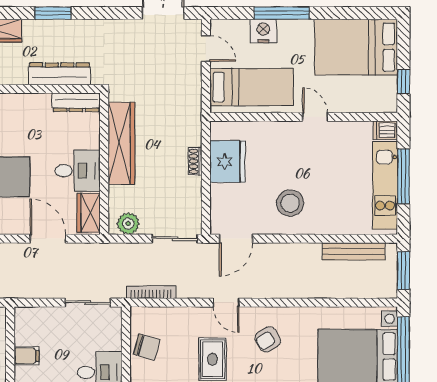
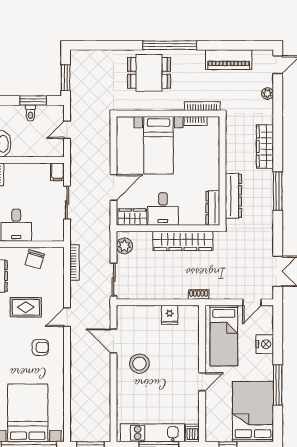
window: (53, 13) -> (278, 191), width x1.44
window: (282, 13) -> (278, 385), moved
shoe rack: (195, 161) -> (199, 295), moved
fridge: (228, 162) -> (170, 315), width x0.53, depth x0.75
door: (236, 239) -> (114, 341), moved
bench: (354, 251) -> (104, 410), removed
sliding door: (88, 303) -> (67, 202), moved
armchair: (268, 339) -> (40, 347), turned 121
filing cabinet: (26, 356) -> (57, 172), moved

